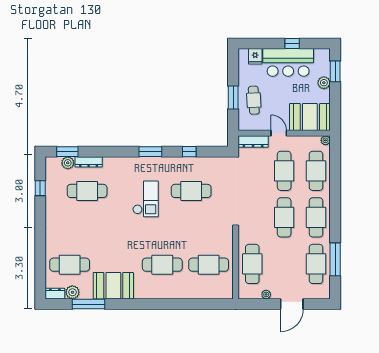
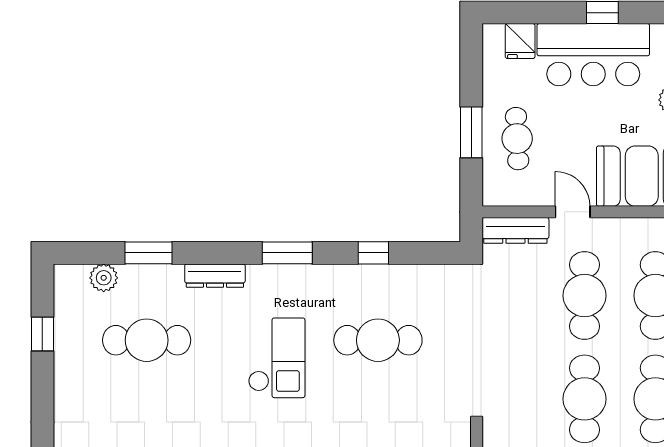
window: (67, 152) -> (149, 253), moved
dresser: (89, 162) -> (215, 276), moved

